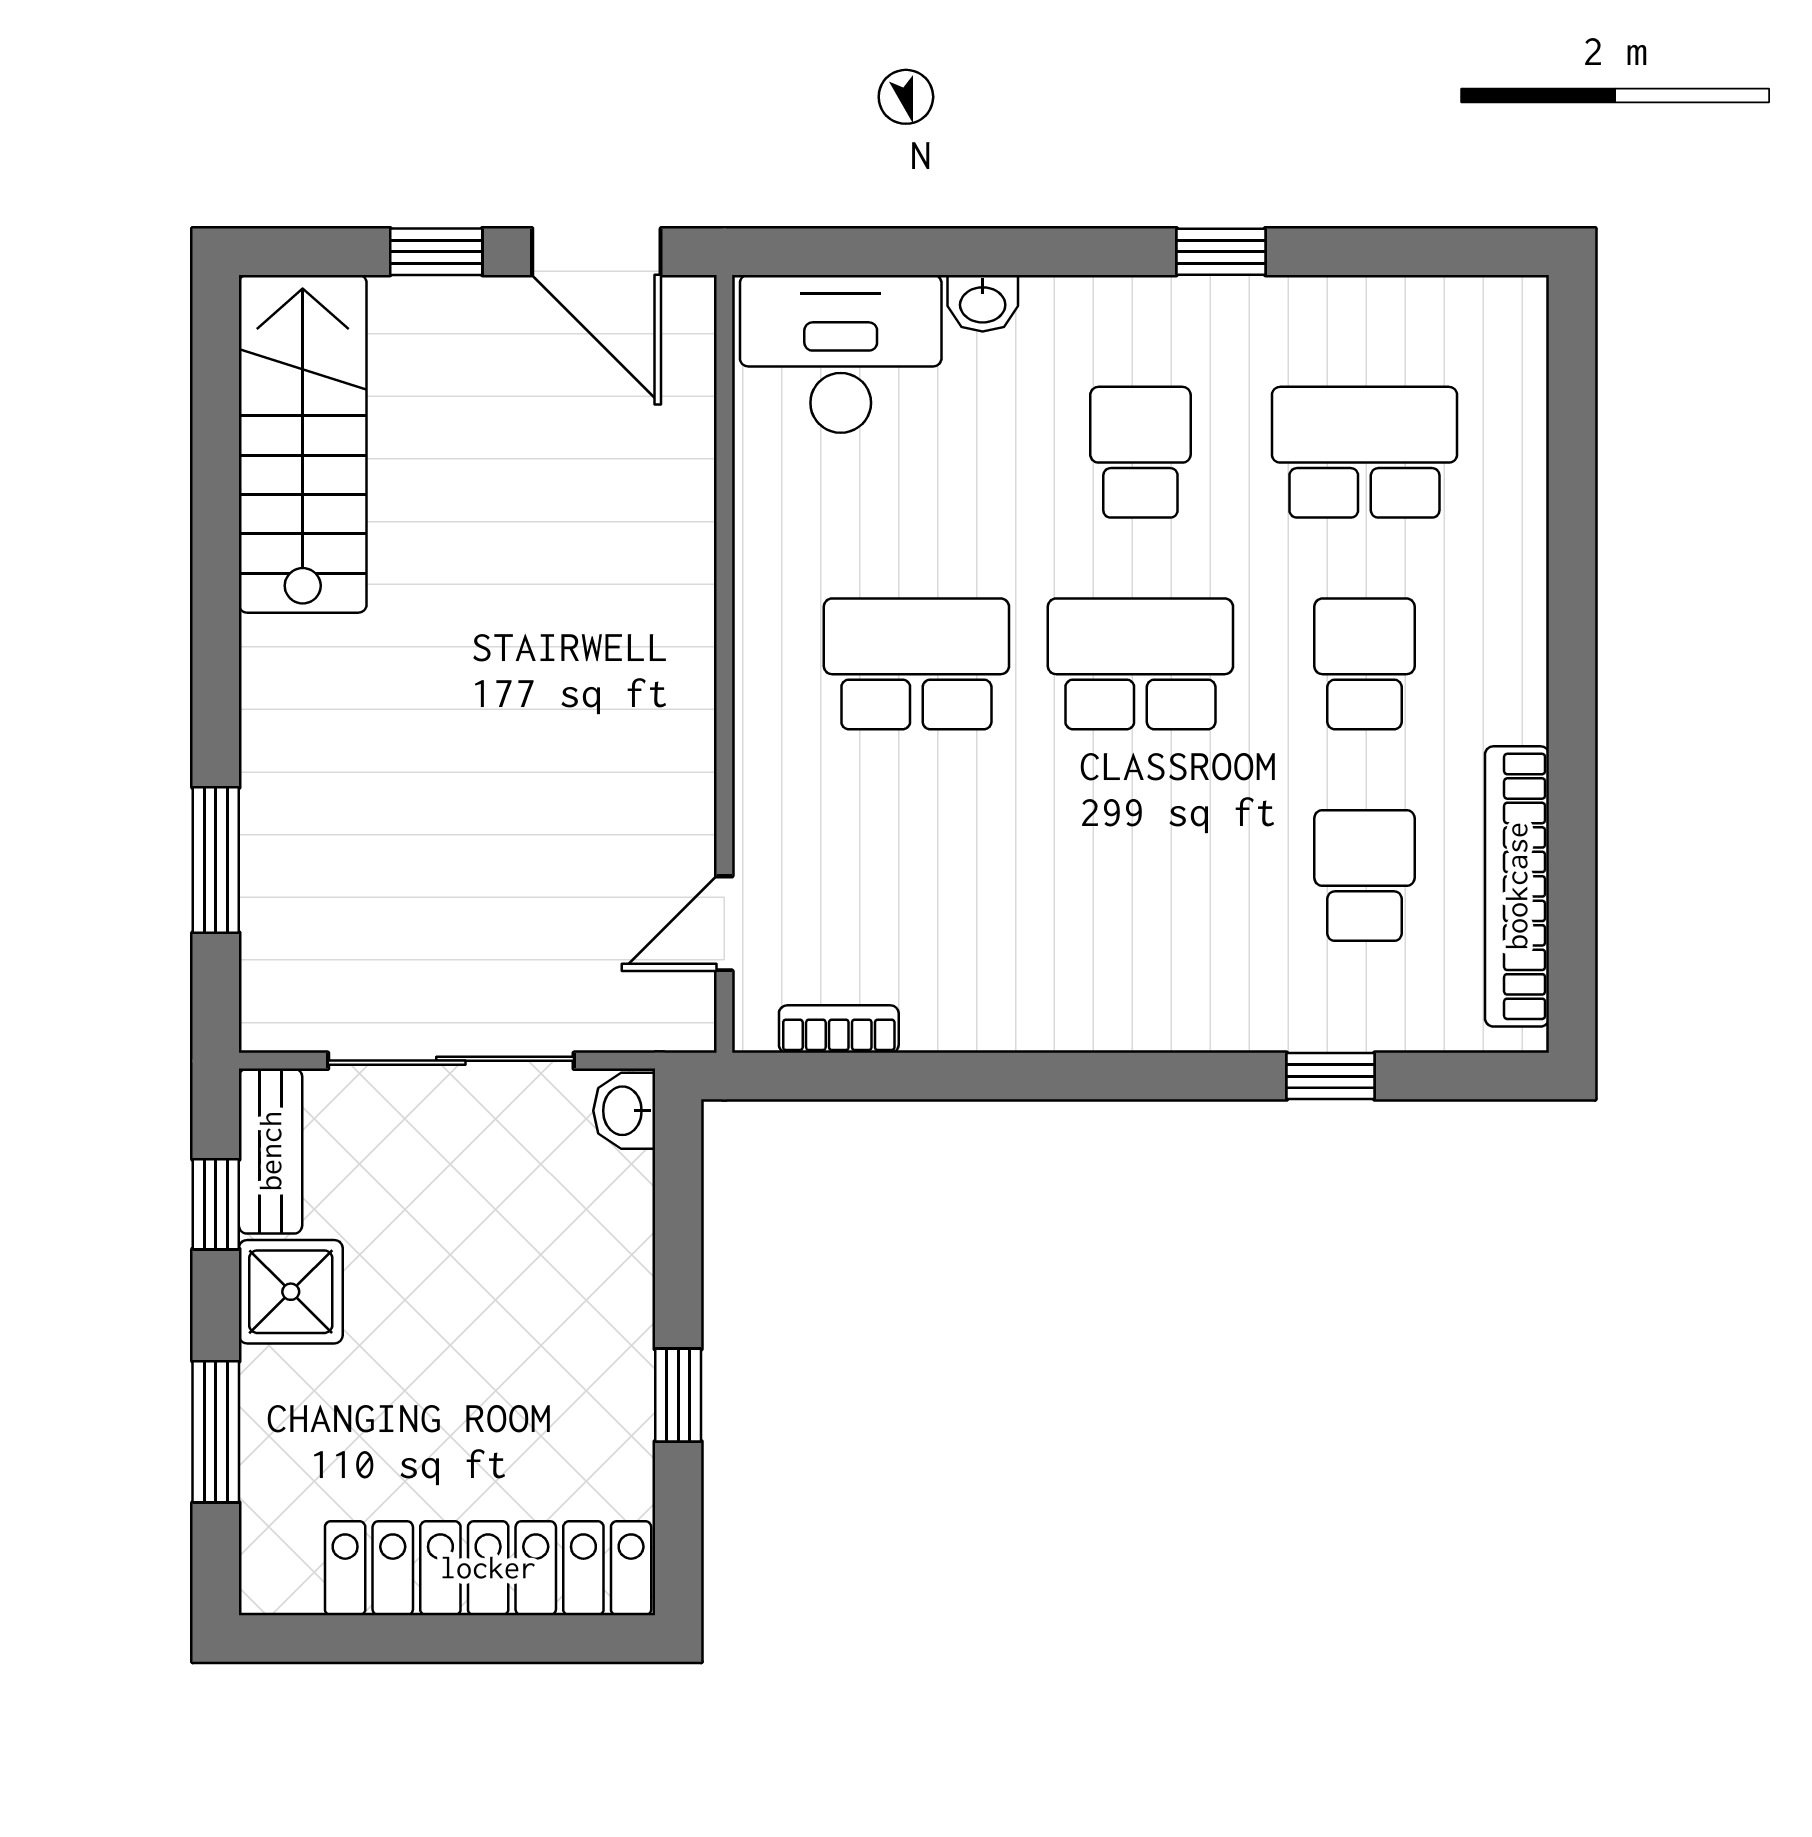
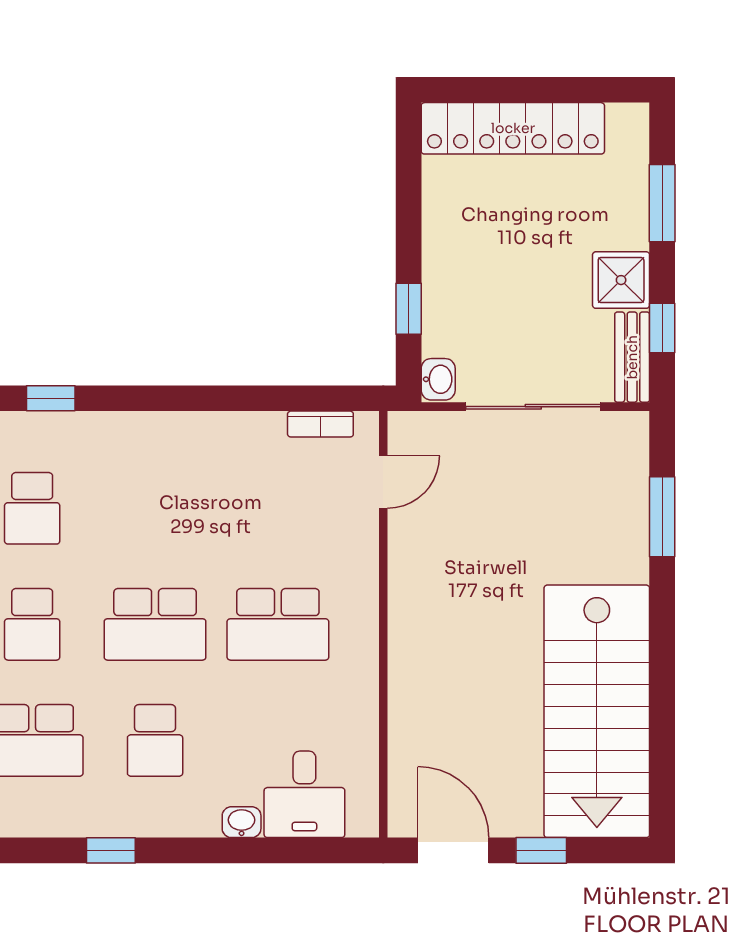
desk: (841, 354) -> (304, 794), width x0.73
stairs: (303, 444) -> (597, 711), width x1.36, depth x1.51
window: (678, 1395) -> (409, 309), moved

